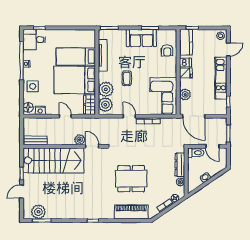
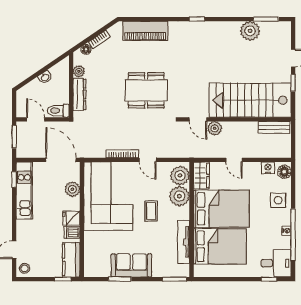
armchair: (167, 50) -> (97, 249), removed
bed: (76, 57) -> (220, 246), width x1.50
kitchen unit: (221, 78) -> (24, 190), moved
corner sofa: (163, 96) -> (108, 196), width x1.36, depth x1.36
dining table: (131, 179) -> (146, 90), moved
plant: (38, 212) -> (250, 31), moved

